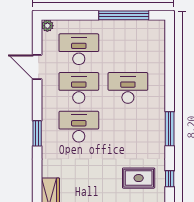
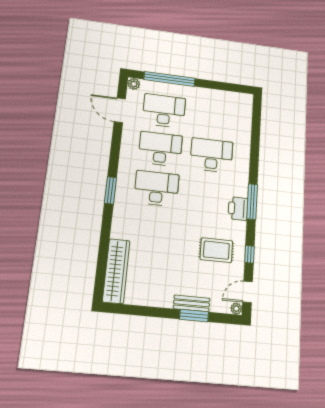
window: (124, 15) -> (169, 79), moved
door: (37, 67) -> (120, 110), moved
printer: (156, 137) -> (238, 209), added

